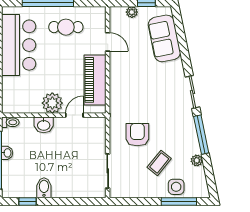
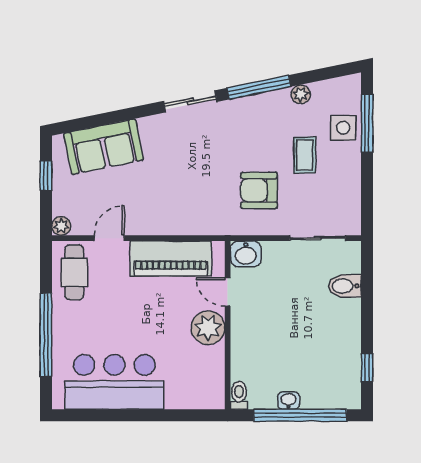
plant: (132, 12) -> (61, 226), moved
cafe table: (66, 27) -> (74, 272), moved
washbasin: (44, 125) -> (246, 254), moved, turned 90
coffee table: (159, 163) -> (305, 155), turned 51
bidet: (44, 188) -> (345, 286), moved

